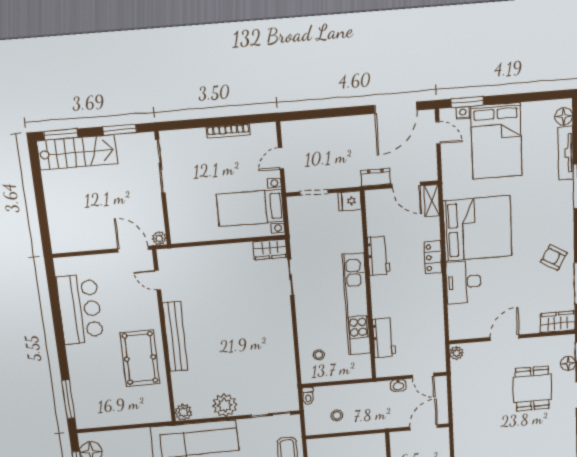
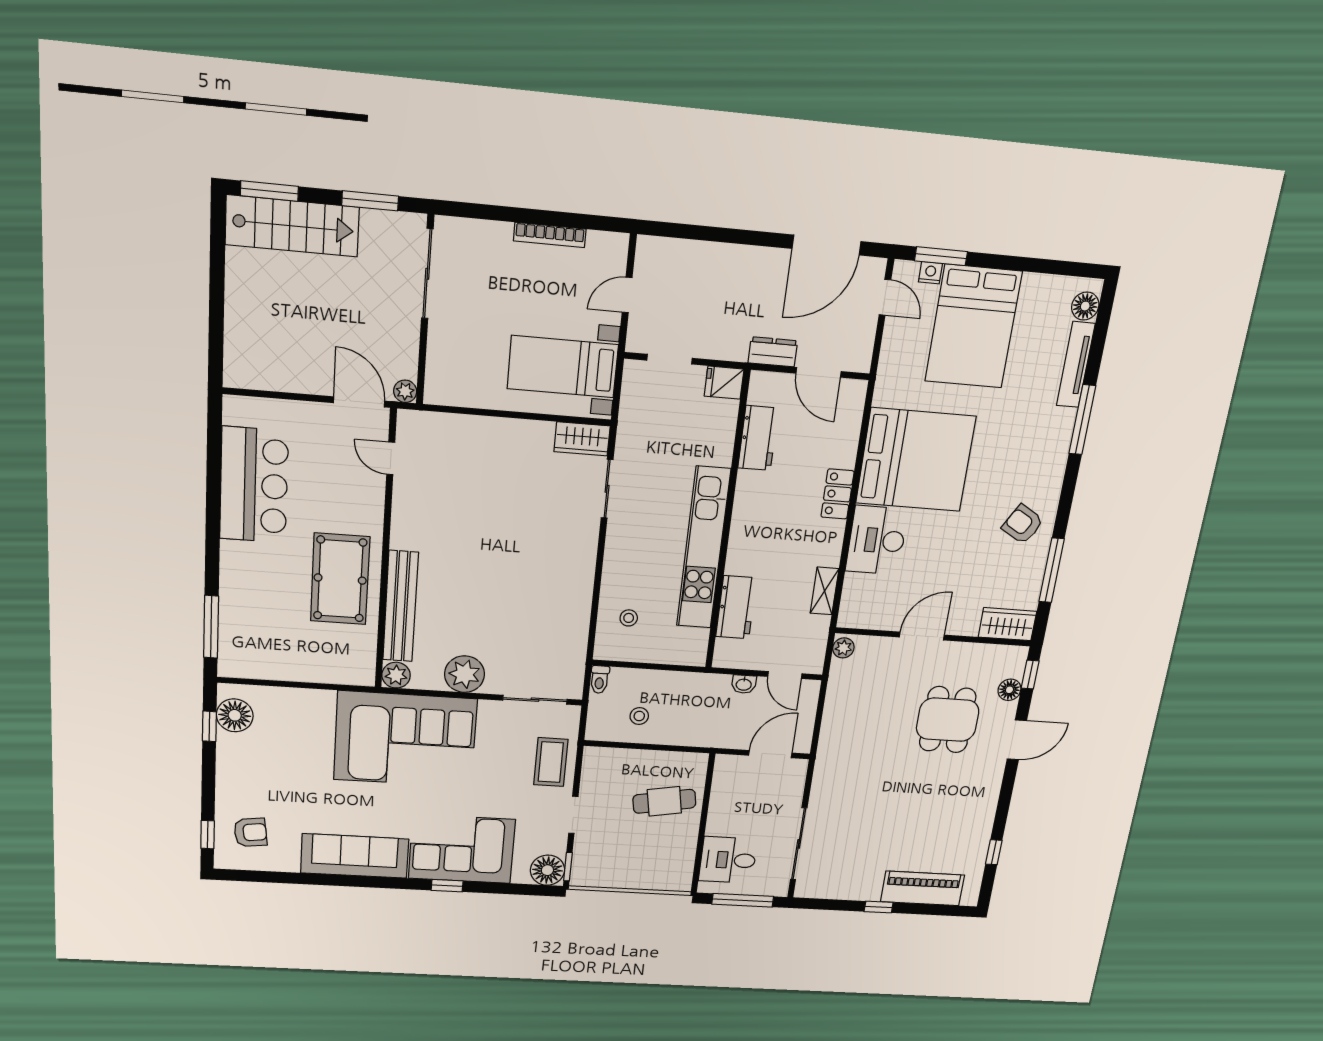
shelving: (432, 201) -> (825, 591), moved
workbench: (379, 256) -> (758, 438), moved
bench: (175, 337) -> (401, 606), moved

